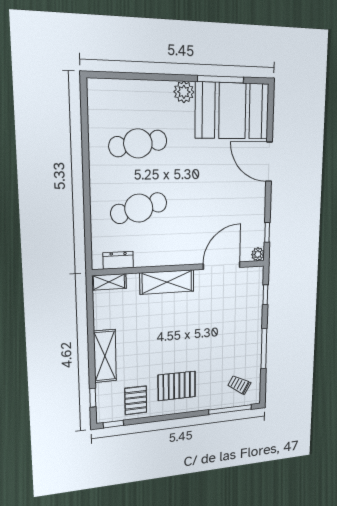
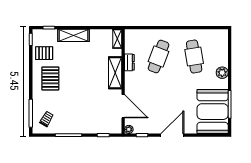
plant: (184, 92) -> (222, 73), moved
door: (269, 162) -> (172, 135), moved
cafe table: (139, 208) -> (159, 57), turned 36
dresser: (118, 260) -> (129, 62), moved

